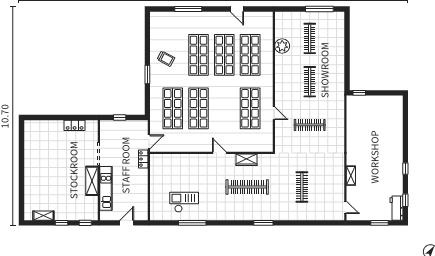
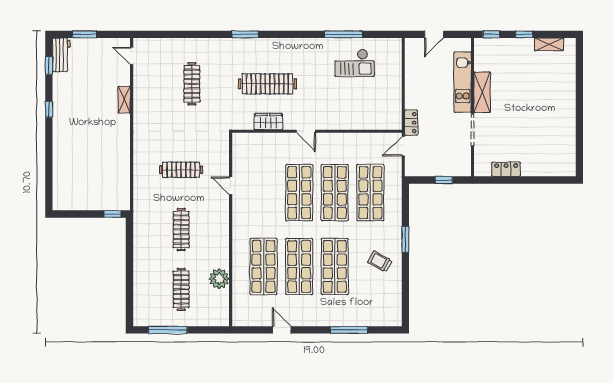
shop shelf: (250, 108) -> (299, 193), moved

